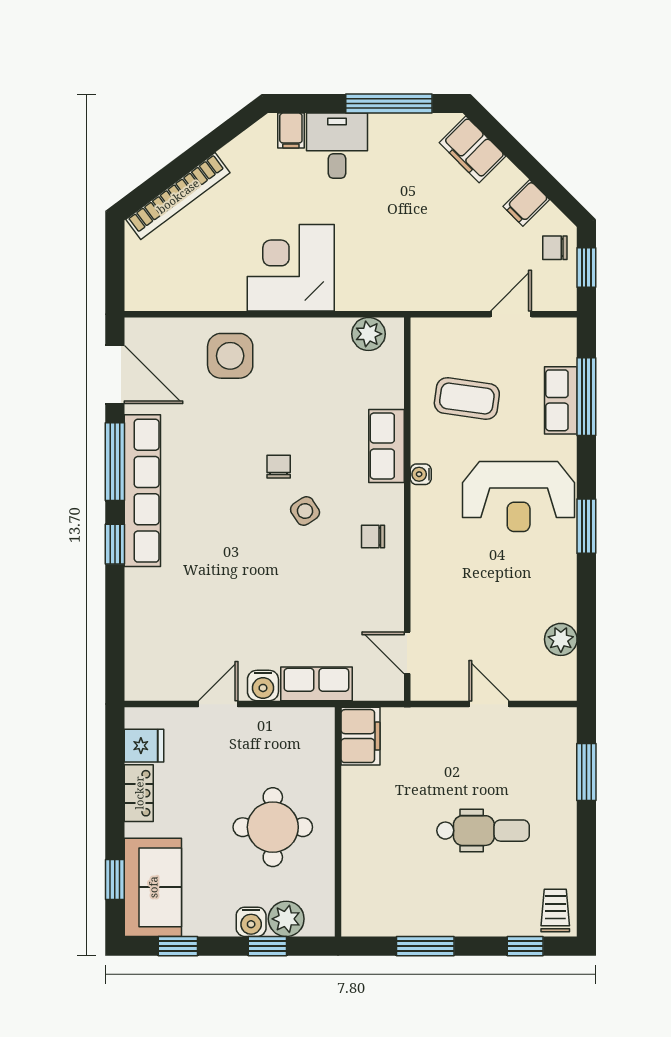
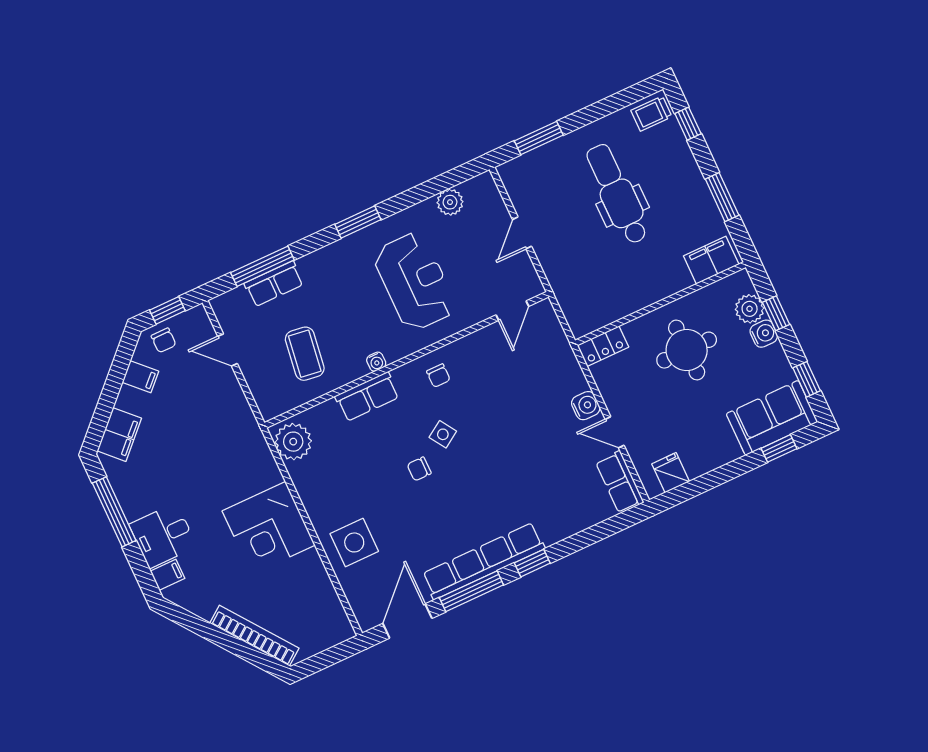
plant: (368, 334) -> (293, 442), width x1.36, depth x1.36
reception desk: (519, 496) -> (415, 281), moved
row of seats: (316, 684) -> (620, 482), moved
filing cabinet: (360, 736) -> (711, 260), moved
locker: (139, 793) -> (603, 346), moved, turned 180
dental chair: (483, 831) -> (617, 194), width x1.36, depth x1.38

